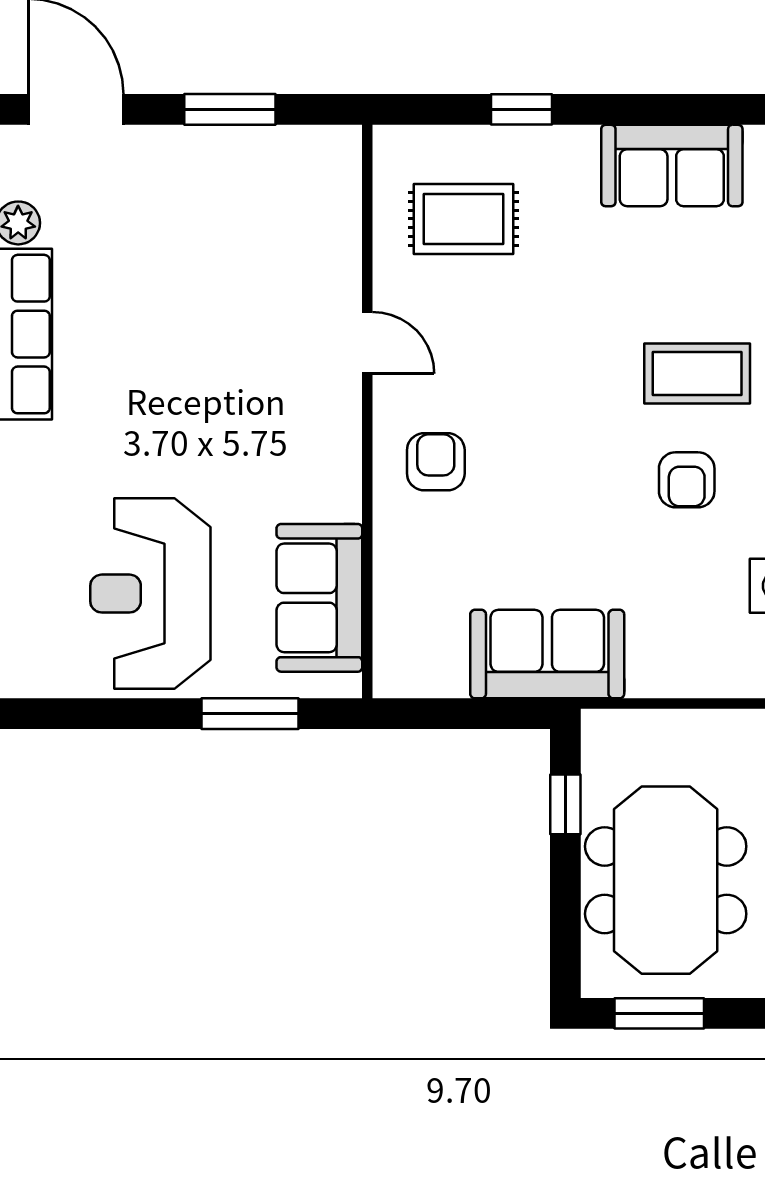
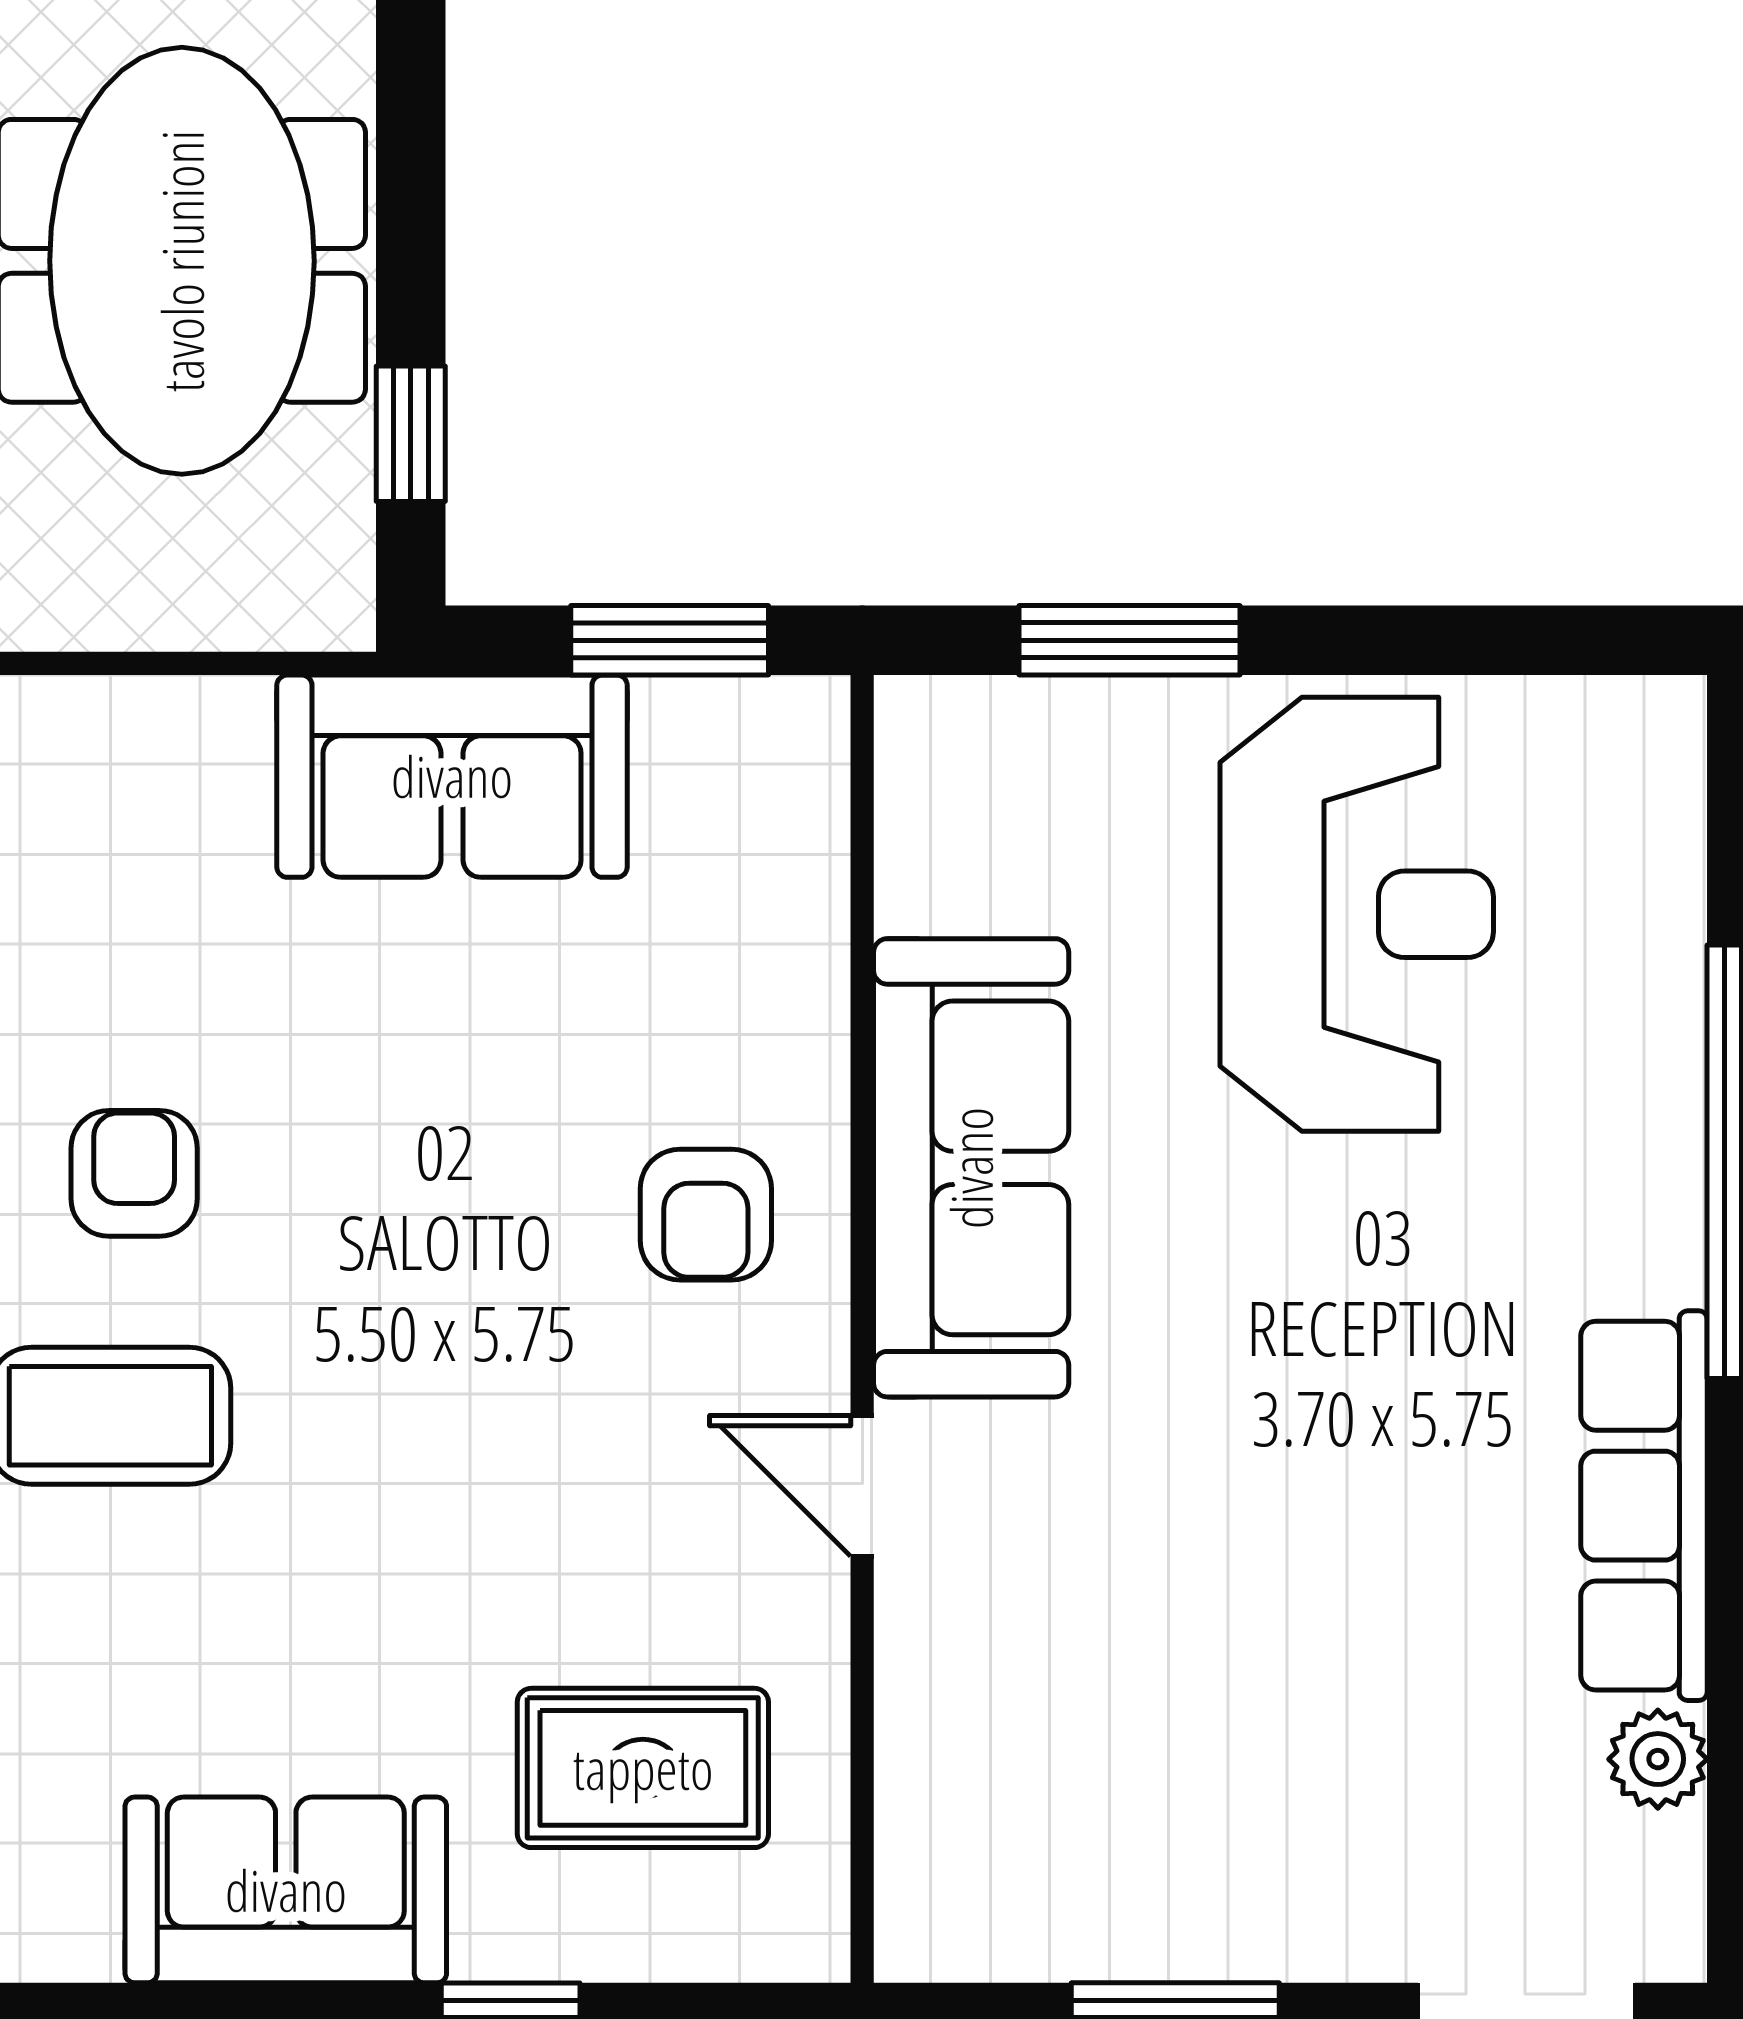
sofa: (672, 165) -> (286, 1890), moved
sofa: (319, 598) -> (971, 1168), moved, width x1.36
window: (452, 714) -> (670, 640), added

